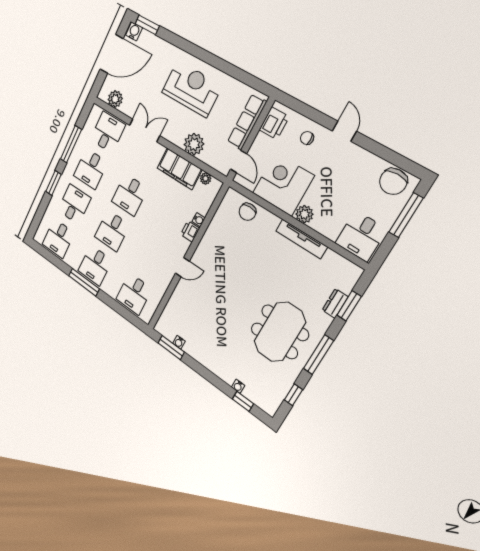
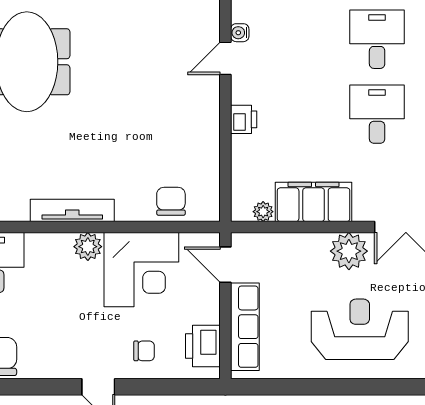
reception desk: (192, 89) -> (360, 329), turned 180
plant: (194, 144) -> (349, 251), moved
water cooler: (199, 220) -> (240, 33), moved

